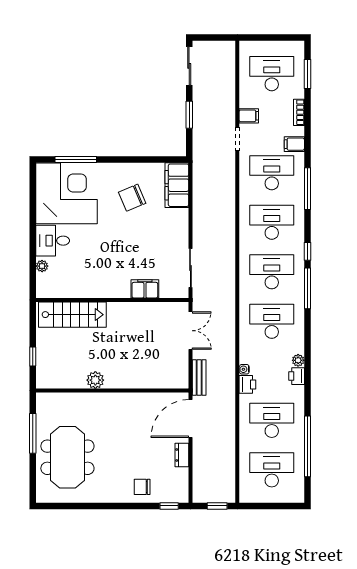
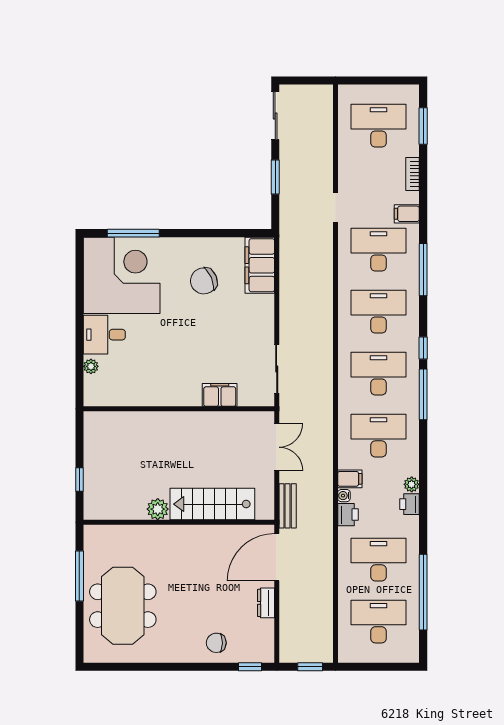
filing cabinet: (249, 116) -> (350, 479), moved
stairs: (72, 315) -> (212, 504), moved, turned 180

